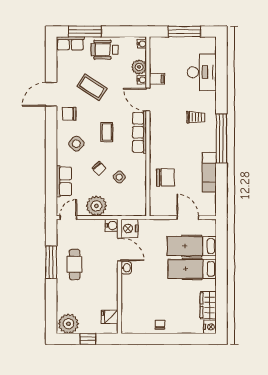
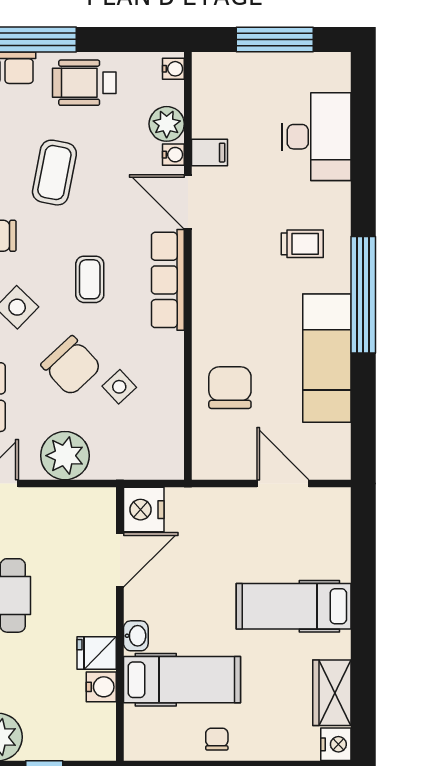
coffee table: (92, 87) -> (54, 173), turned 68
chair: (99, 168) -> (71, 366), width x1.87, depth x1.87
exam couch: (209, 172) -> (327, 358), width x1.36, depth x1.45
chair: (166, 177) -> (230, 388), turned -89
water cooler: (112, 225) -> (101, 687), moved
hospital bed: (192, 246) -> (182, 680), moved, turned 180
door: (119, 249) -> (120, 560), hinge flipped
washbasin: (126, 268) -> (136, 636), moved
fridge: (110, 317) -> (97, 653), moved

